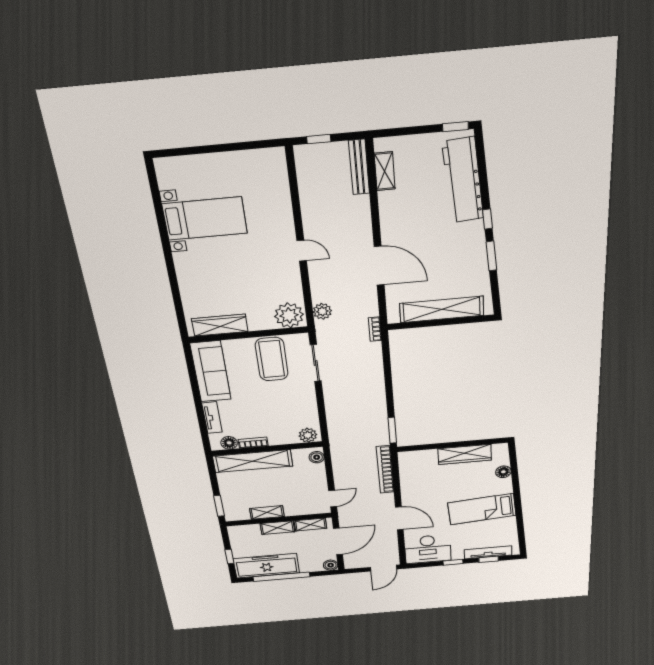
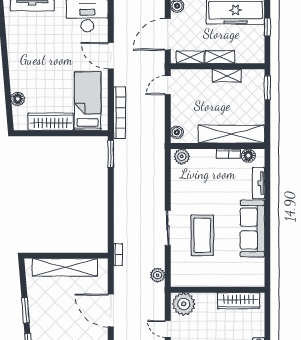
plant: (289, 315) -> (184, 304), moved
wardrobe: (220, 325) -> (238, 301), moved
wall: (248, 335) -> (218, 290), moved
bed: (482, 509) -> (88, 101), moved, turned -85

